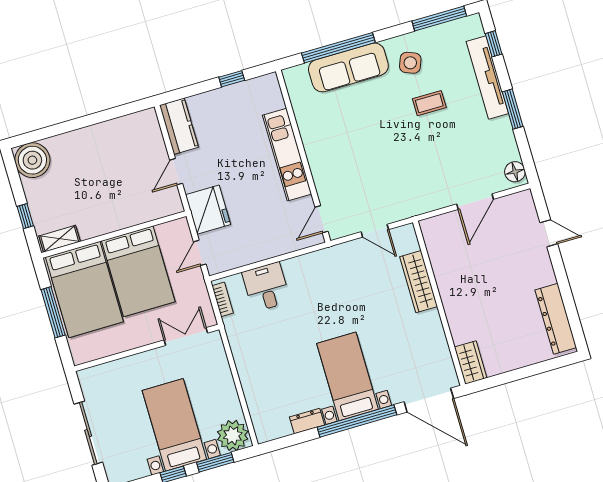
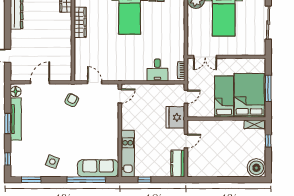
window: (439, 18) -> (31, 180), width x0.69
sofa: (348, 67) -> (98, 168), moved
tv unit: (487, 78) -> (16, 119), moved
coffee table: (429, 103) -> (49, 139), removed
kitchen unit: (287, 155) -> (128, 154), moved
armchair: (408, 186) -> (72, 100), added
bed: (138, 271) -> (224, 97), width x0.67
wardrobe: (419, 282) -> (80, 22), moved

